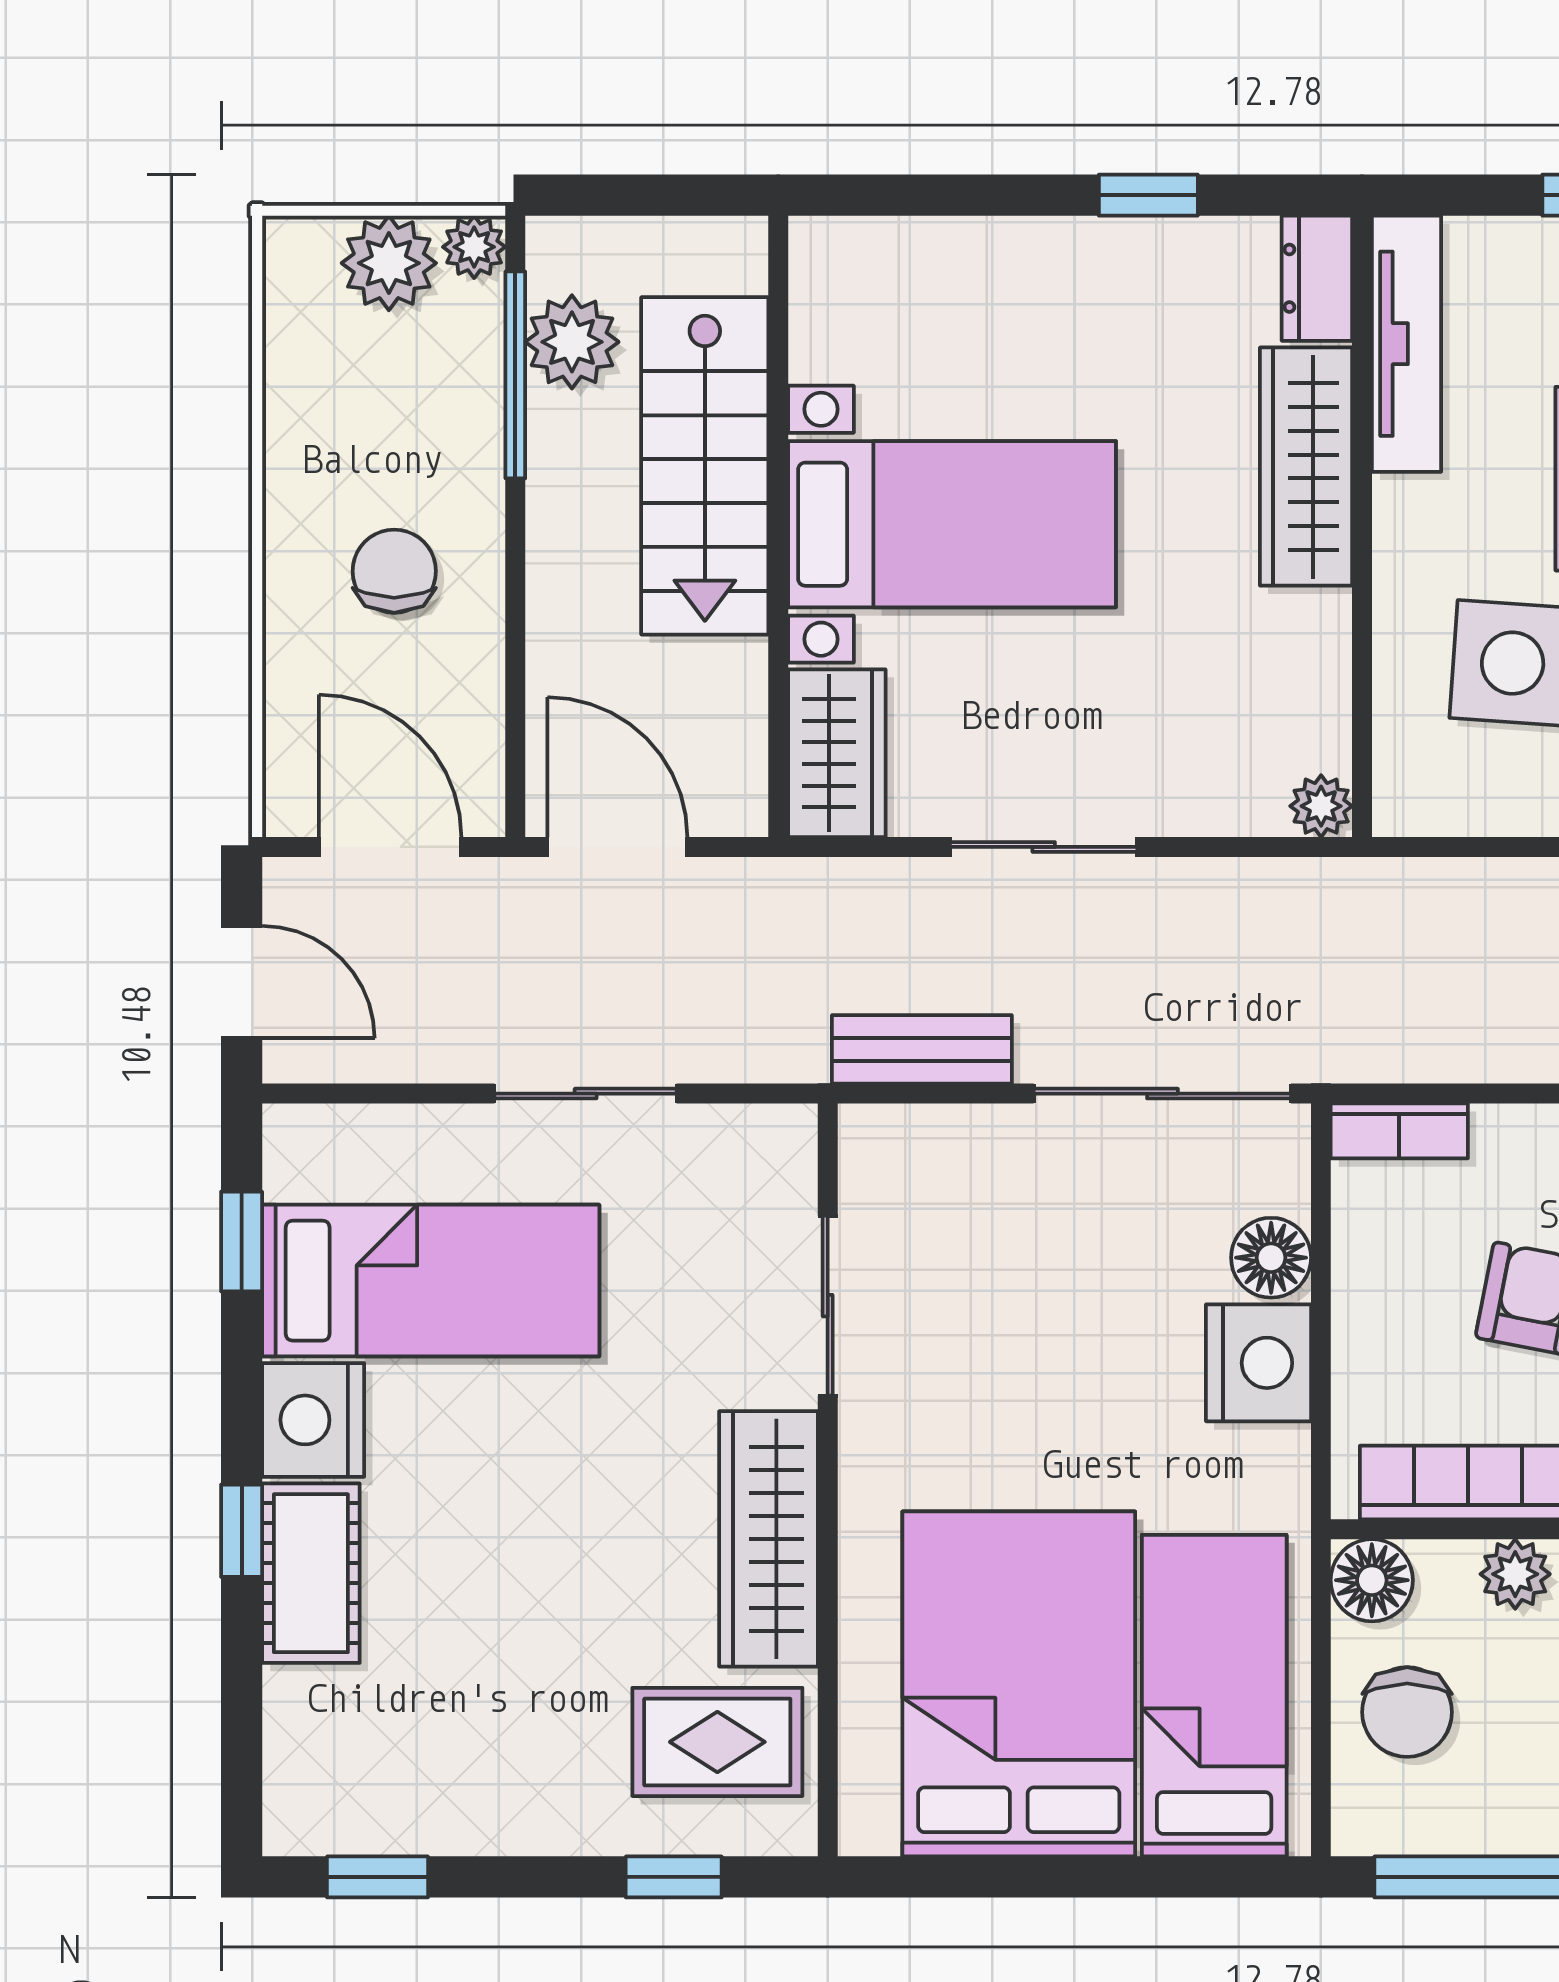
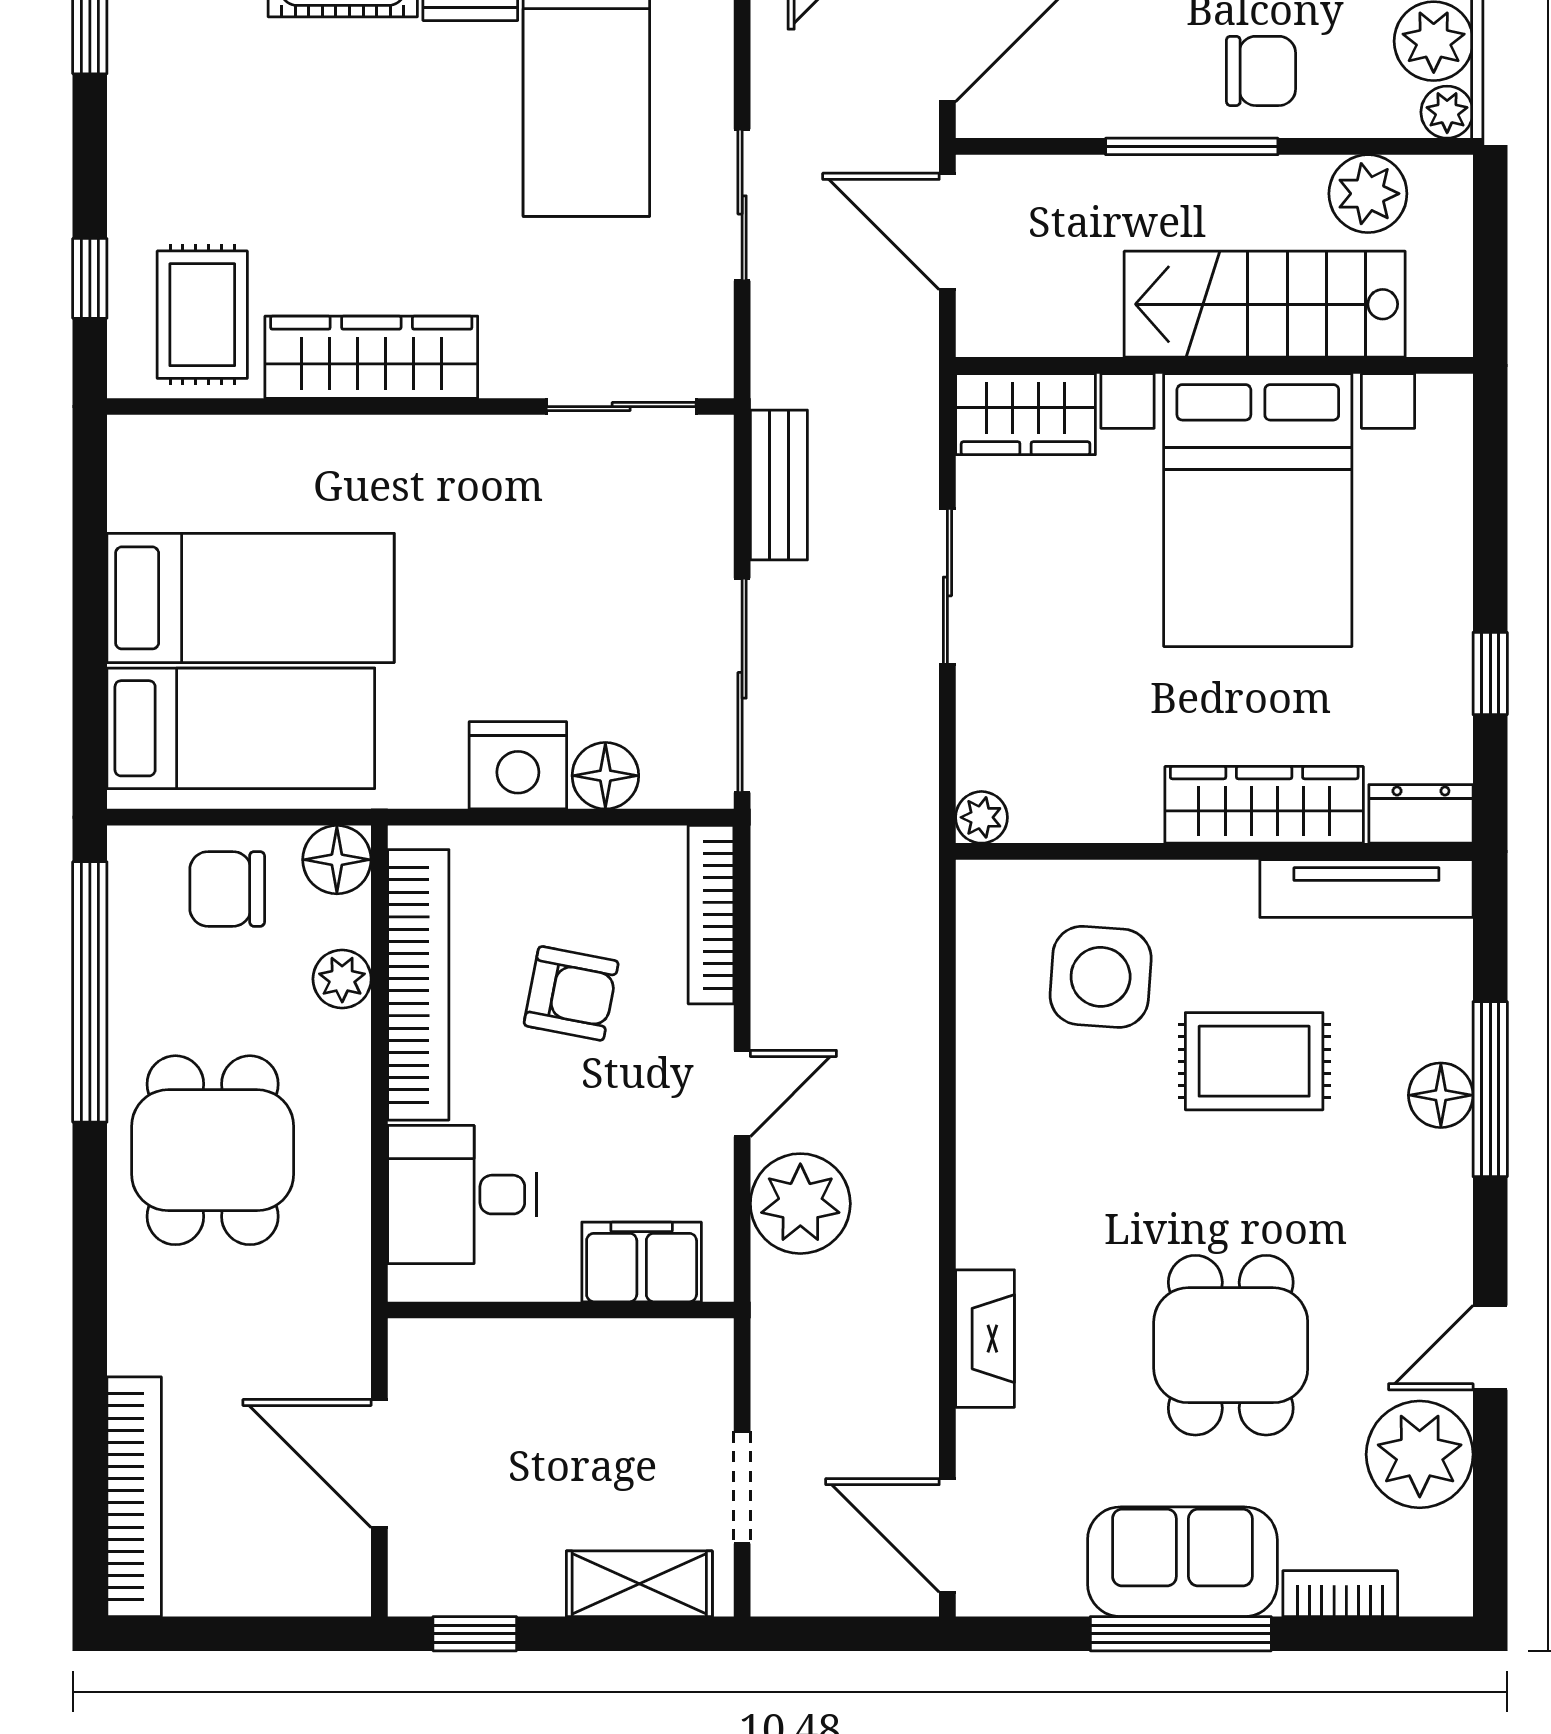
window: (515, 375) -> (1192, 146), moved
bed with nightstands: (952, 524) -> (1258, 510), width x1.36
chair: (394, 571) -> (1261, 71), moved
door: (617, 847) -> (947, 231), swing flipped
bookcase: (1399, 1131) -> (711, 915), width x1.56
sliding door: (828, 1306) -> (621, 407), moved
bed: (1019, 1684) -> (251, 598), width x0.67

